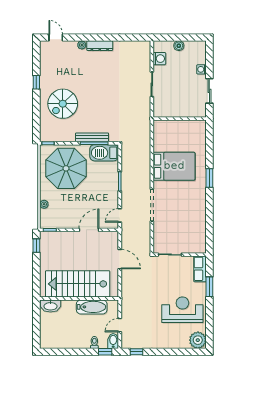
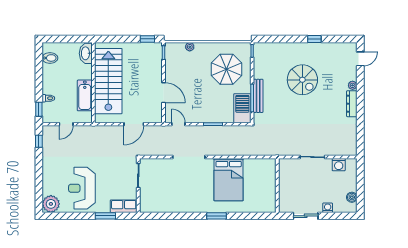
boiler: (179, 46) -> (352, 197), moved
spiral stairs: (63, 104) -> (302, 80), moved, turned 180
parasol: (66, 168) -> (226, 69), width x0.73, depth x0.73
reception desk: (182, 310) -> (82, 188), turned 180
door: (120, 325) -> (66, 124), swing flipped
bidet: (113, 341) -> (50, 58), moved

